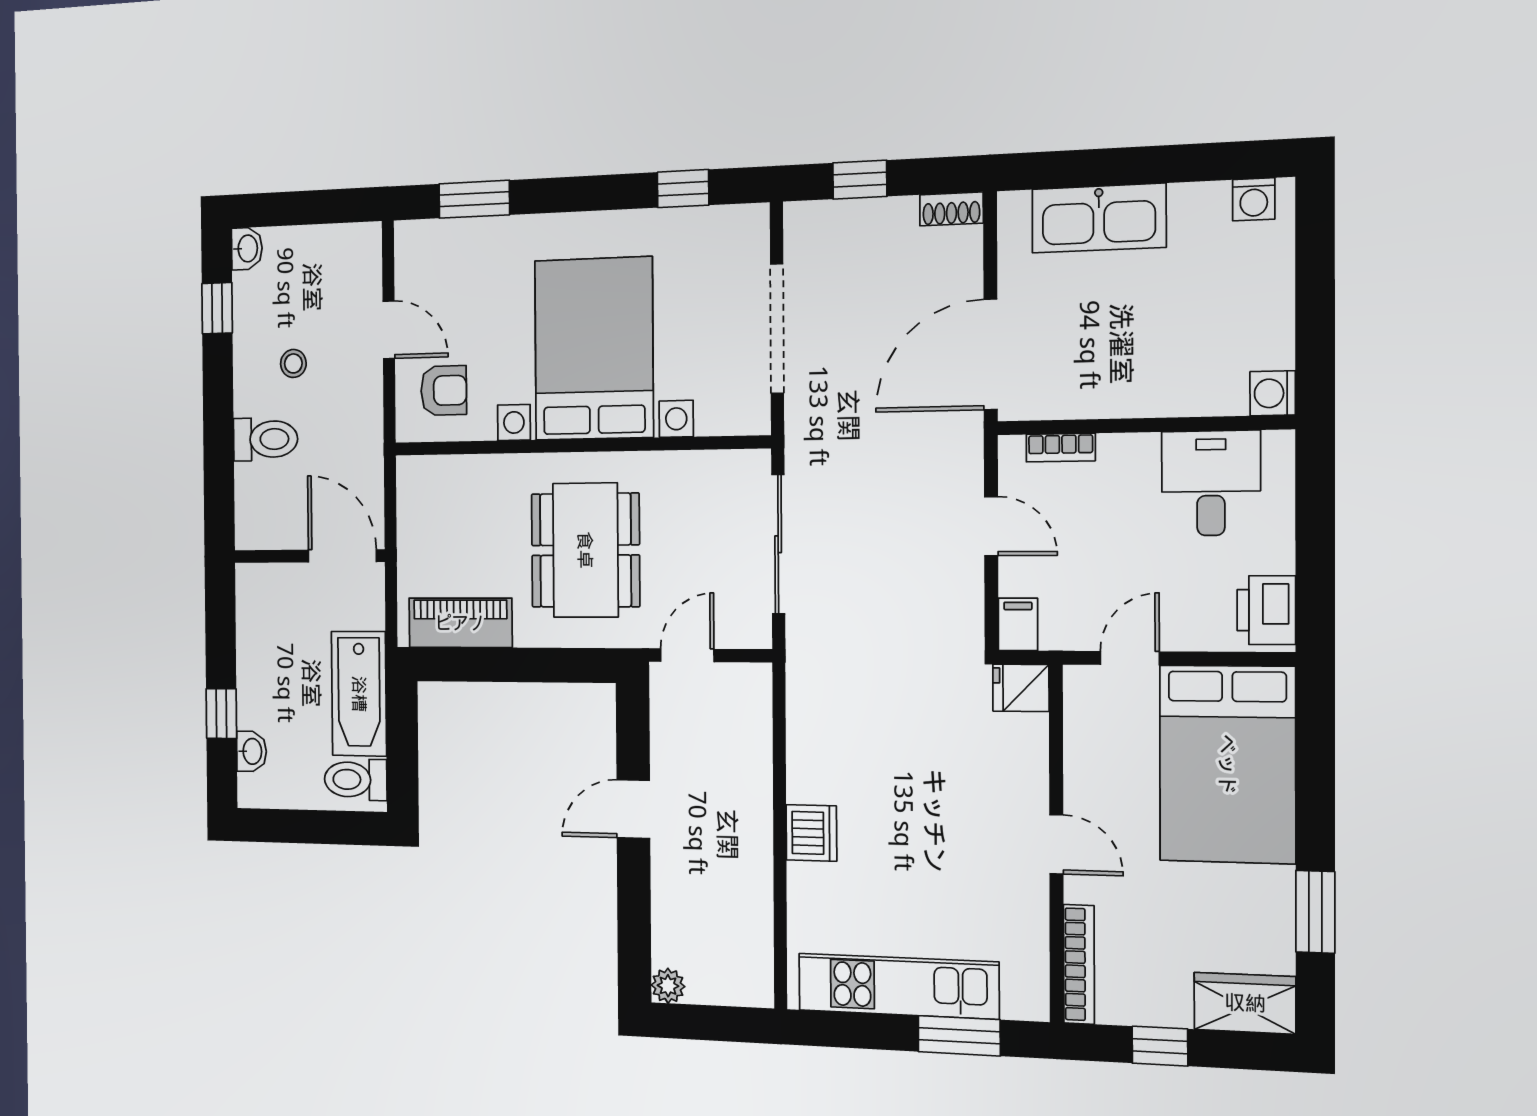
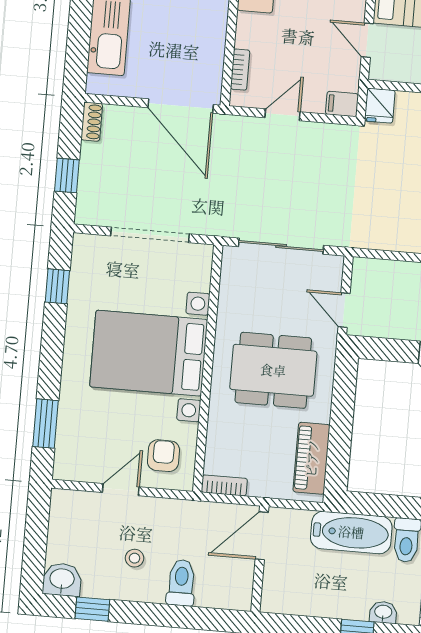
washbasin: (247, 248) -> (62, 580), width x1.38, depth x1.45
bookcase: (409, 490) -> (224, 485), added

